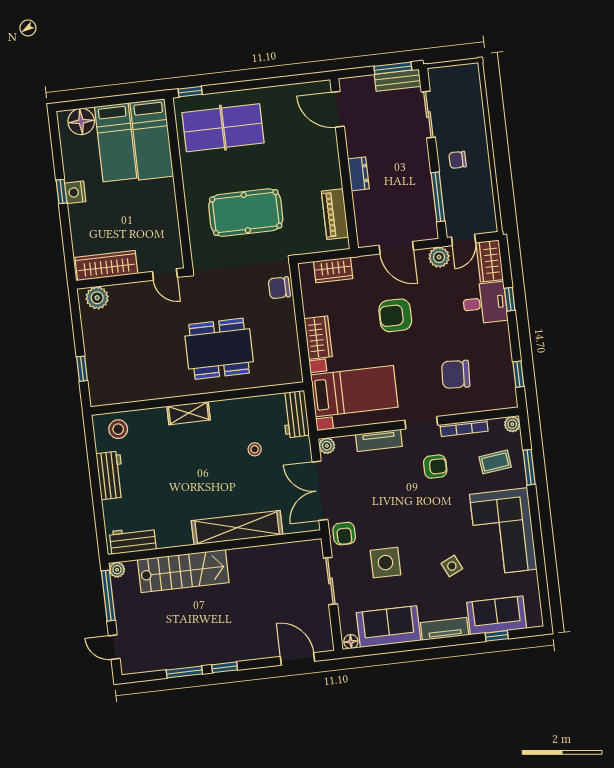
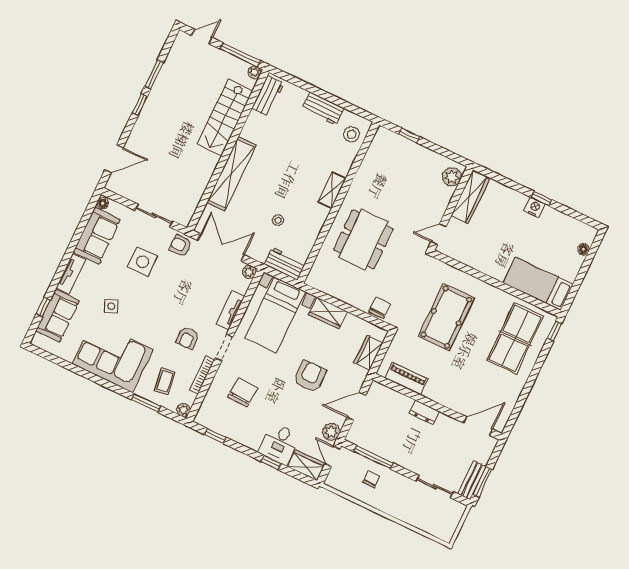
floor lamp: (81, 122) -> (584, 249), width x0.53, depth x0.53
bed: (116, 142) -> (552, 257), removed
chair: (458, 160) -> (371, 479), moved

